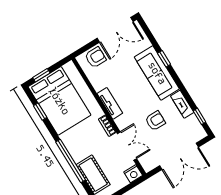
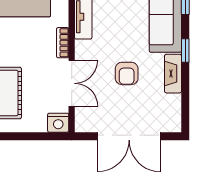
window: (200, 116) -> (185, 50), moved
armchair: (155, 121) -> (127, 73), turned 90

